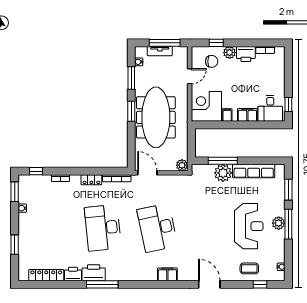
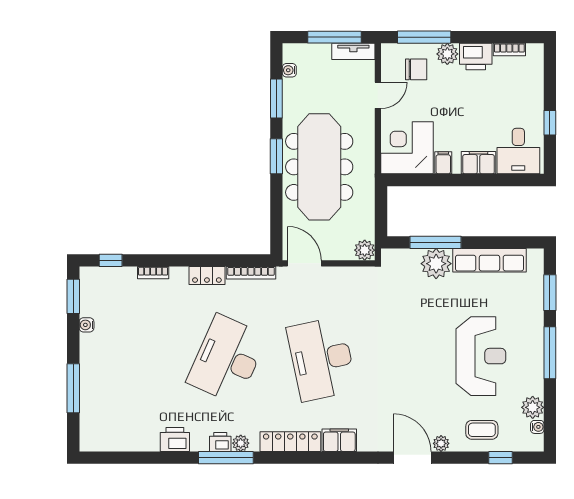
window: (216, 43) -> (424, 37), width x2.17
tv unit: (160, 51) -> (353, 51), moved
window: (288, 104) -> (550, 123), moved
plant: (279, 223) -> (533, 407), moved
desk: (103, 228) -> (227, 359), turned 30
window: (15, 245) -> (73, 388), width x1.44
printer: (94, 273) -> (220, 442), width x0.53, depth x0.68
locker: (46, 275) -> (290, 442), moved
plant: (111, 276) -> (241, 443), added
plant: (226, 276) -> (441, 443), added

